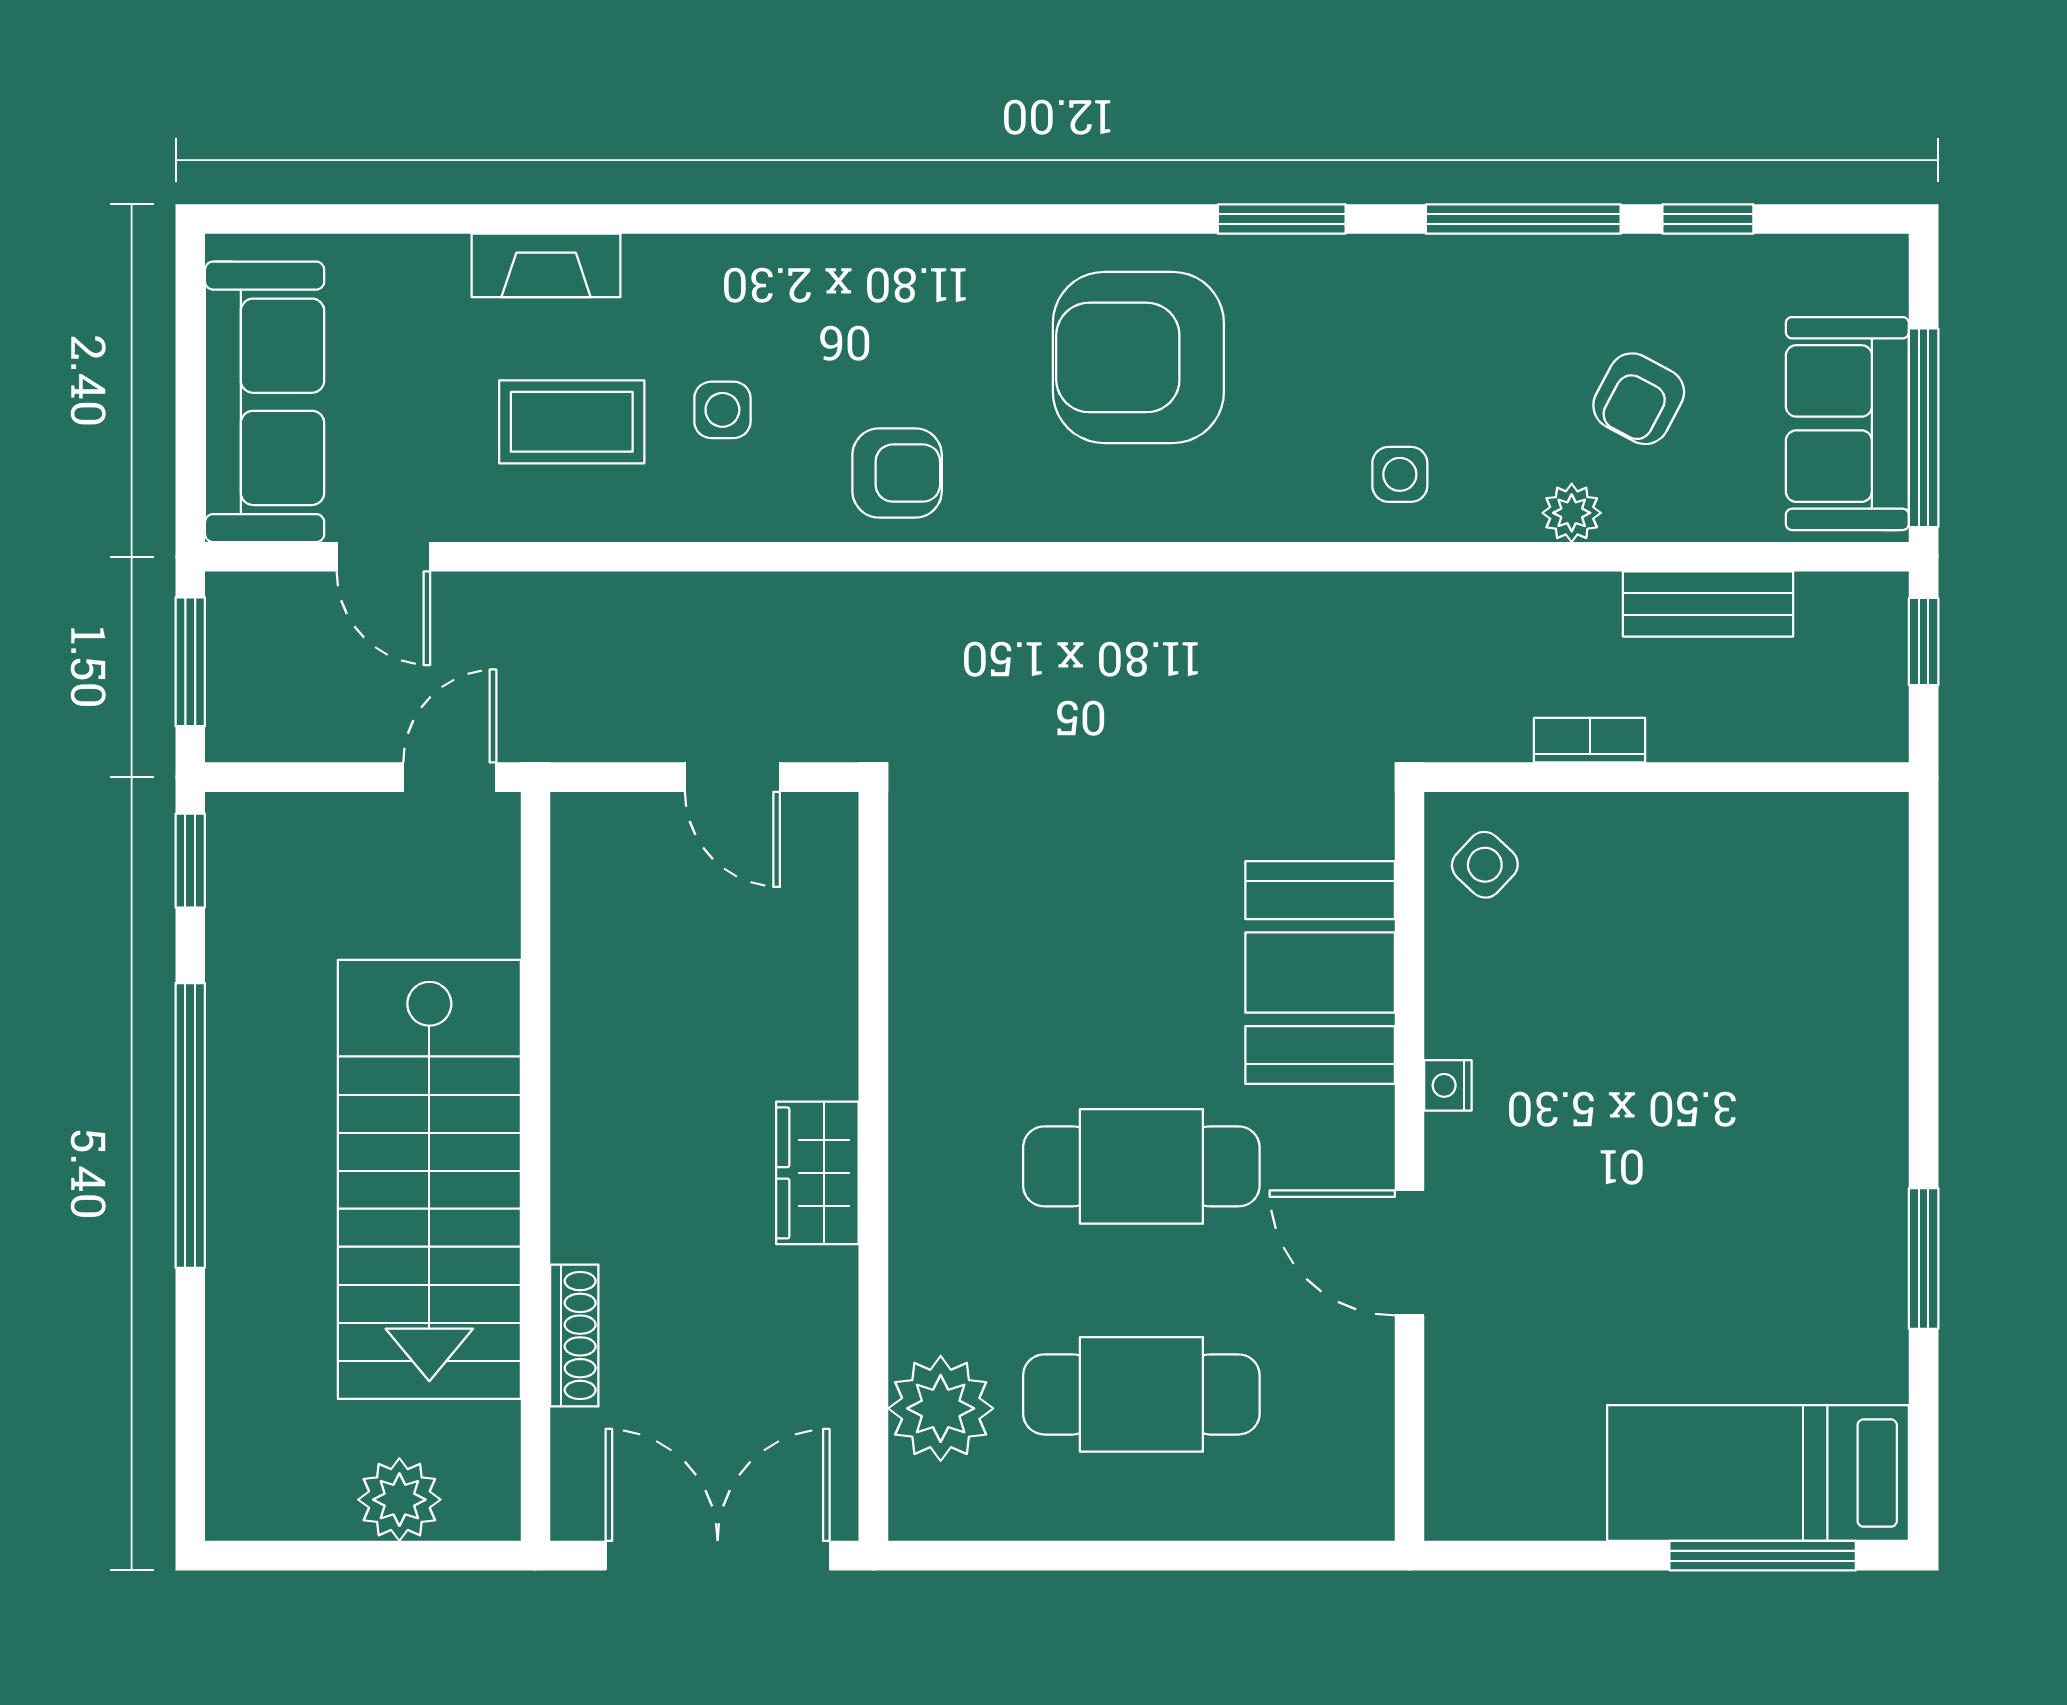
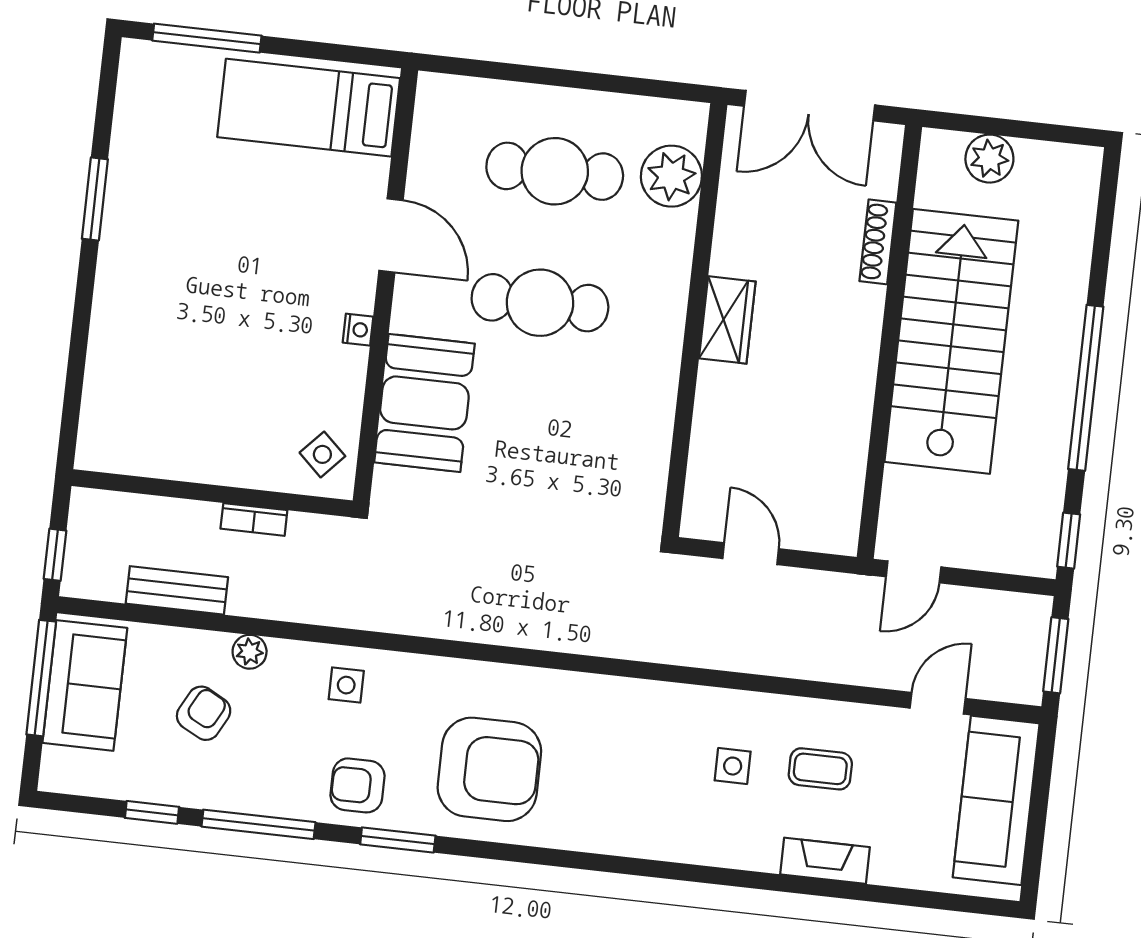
coffee table: (572, 422) -> (820, 769), width x0.73, depth x0.77
armchair: (897, 473) -> (357, 785), moved
door: (383, 557) -> (938, 703), hinge flipped
bed: (1758, 1473) -> (309, 108), moved, turned 180

